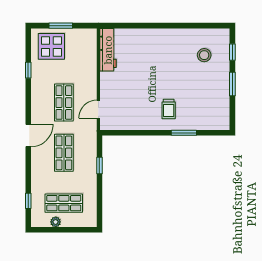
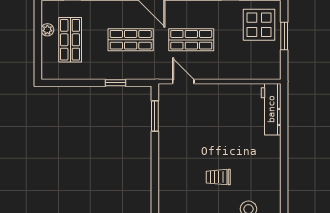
workbench: (108, 50) -> (271, 109), moved, turned 90
trolley: (169, 109) -> (218, 177), moved
window: (184, 133) -> (155, 116), moved

